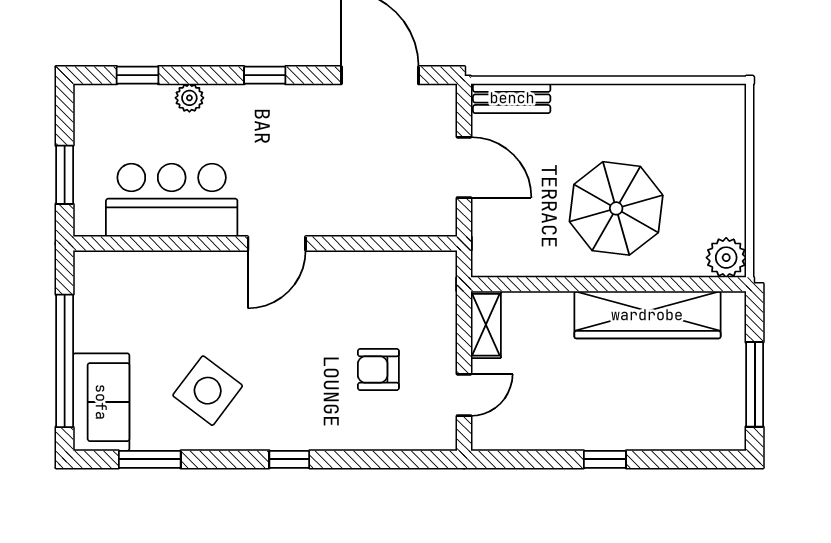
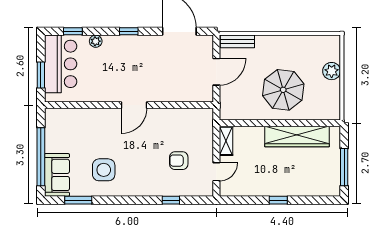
door: (464, 167) -> (216, 72), hinge flipped
bar counter: (172, 200) -> (61, 64), moved, turned 90
plant: (726, 258) -> (332, 71), moved
side table: (208, 391) -> (104, 170), turned -37
window: (289, 459) -> (171, 200), moved

